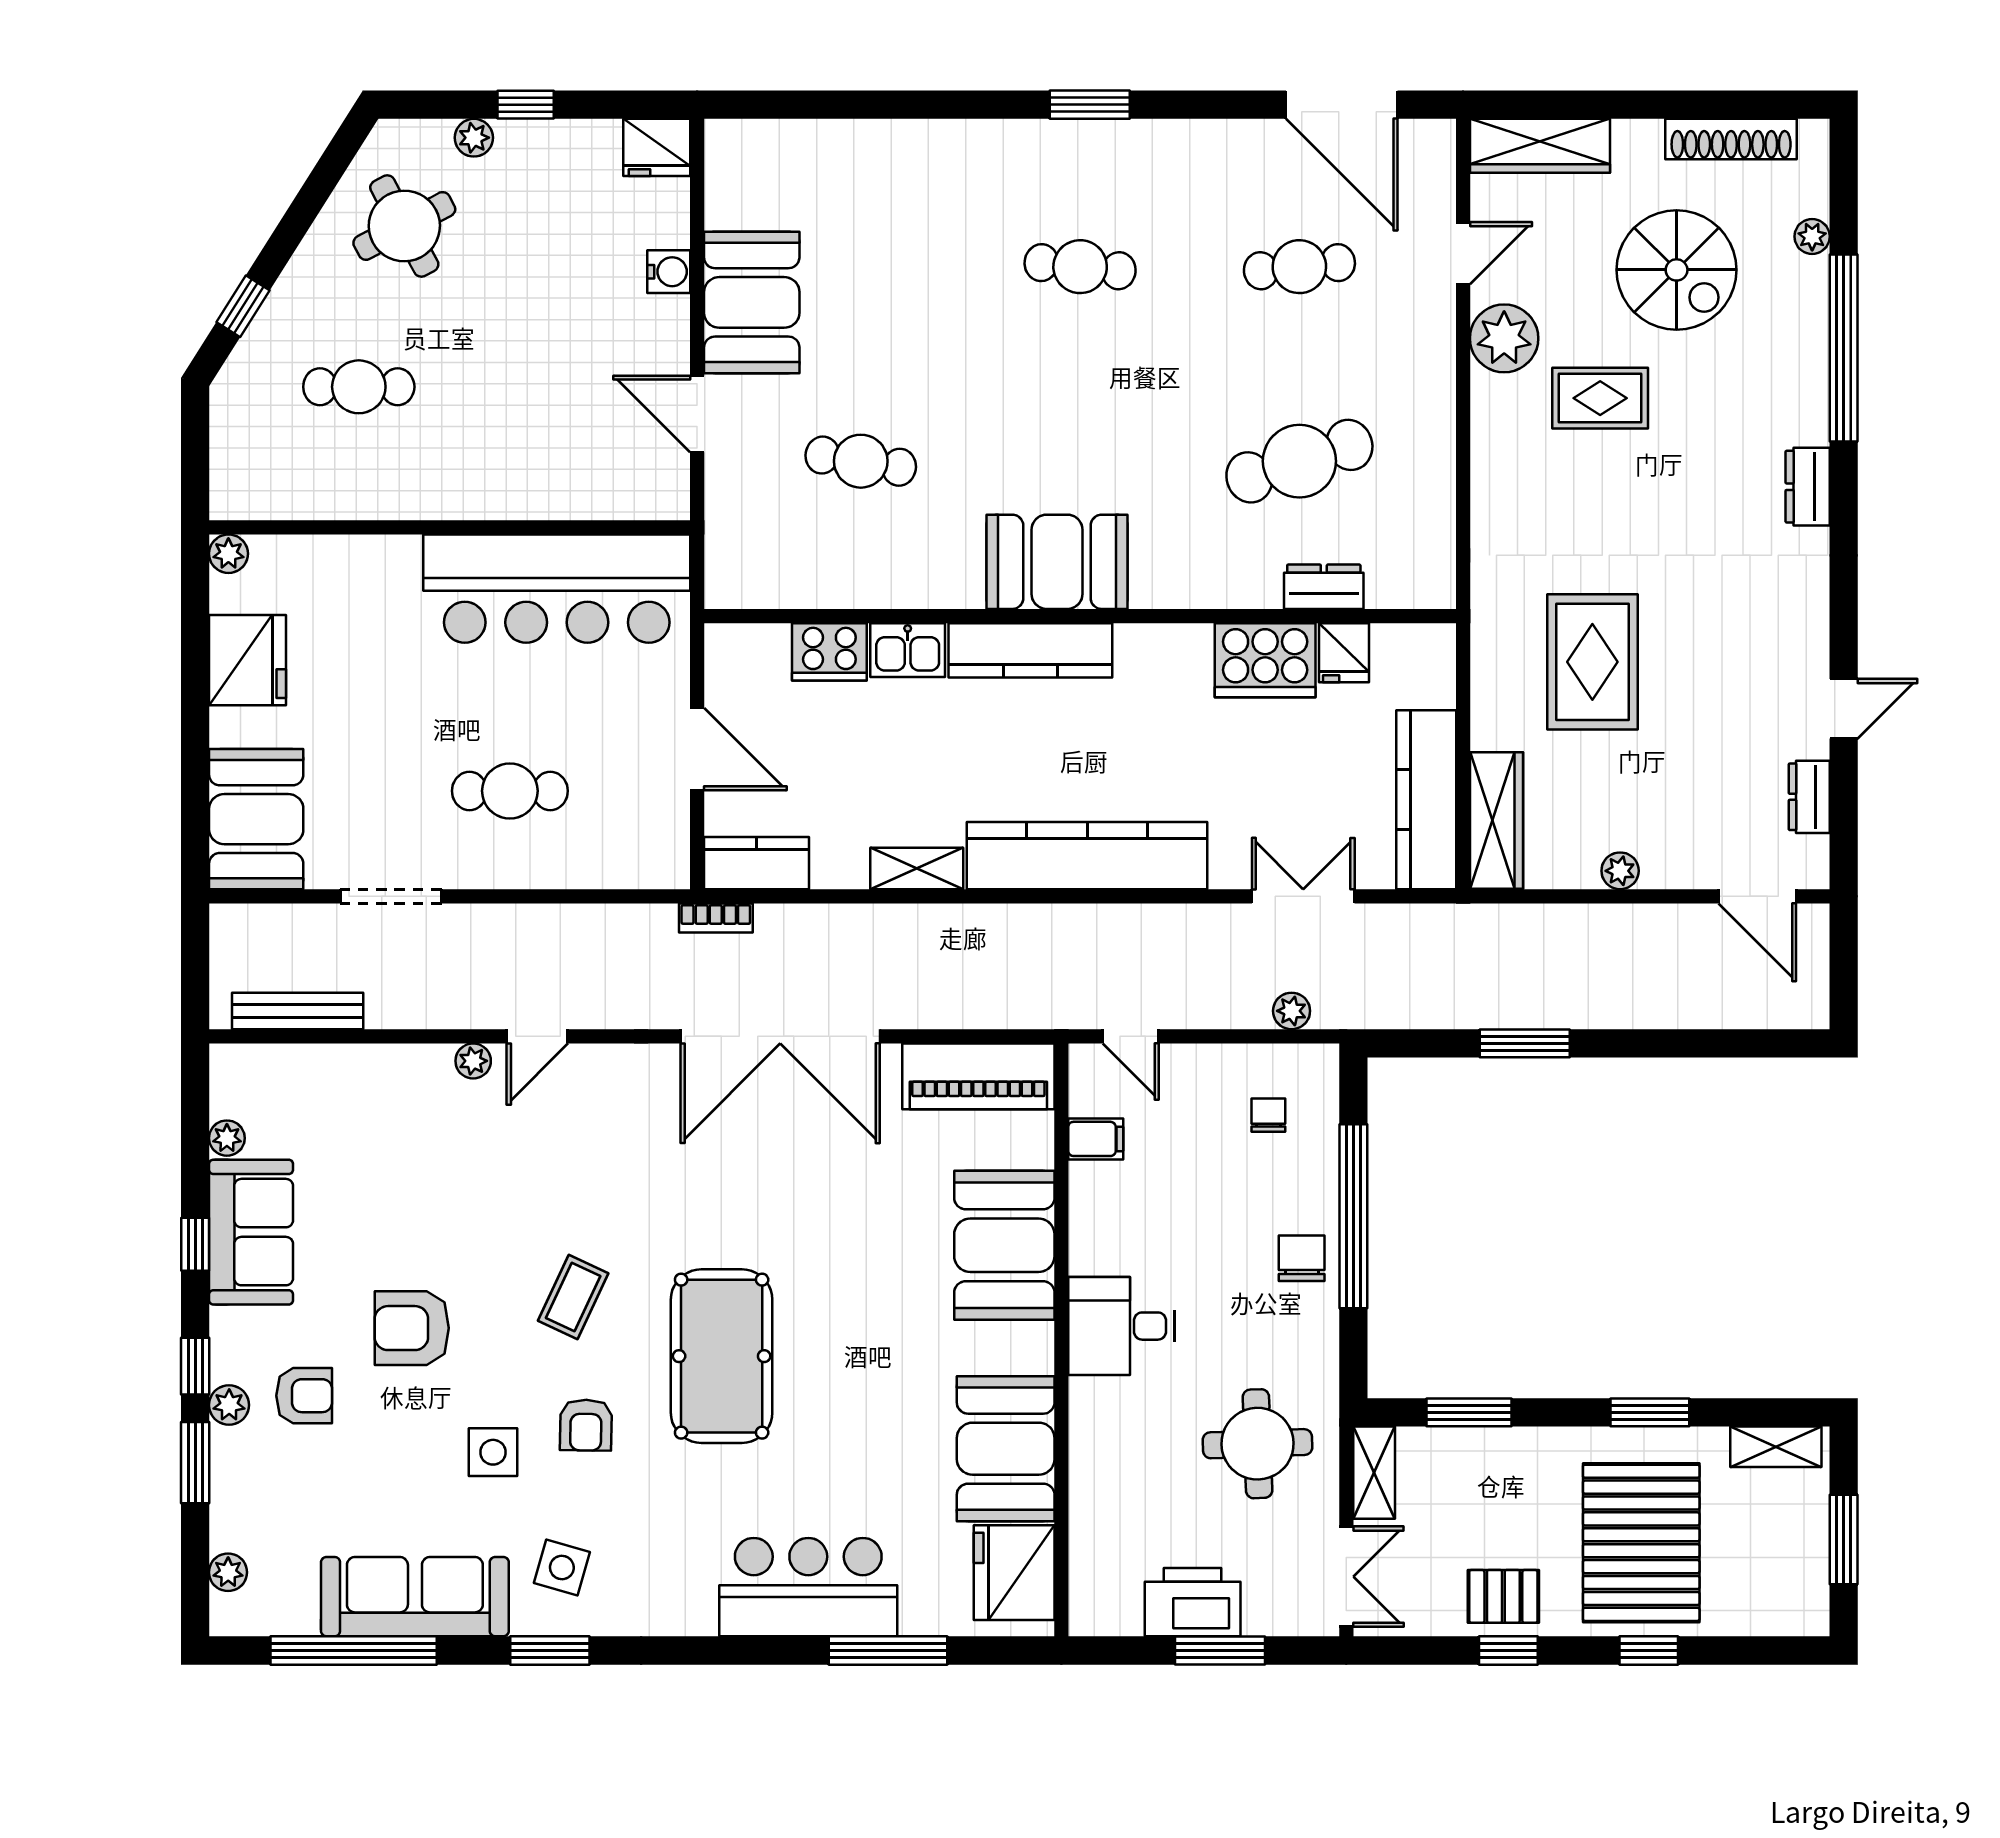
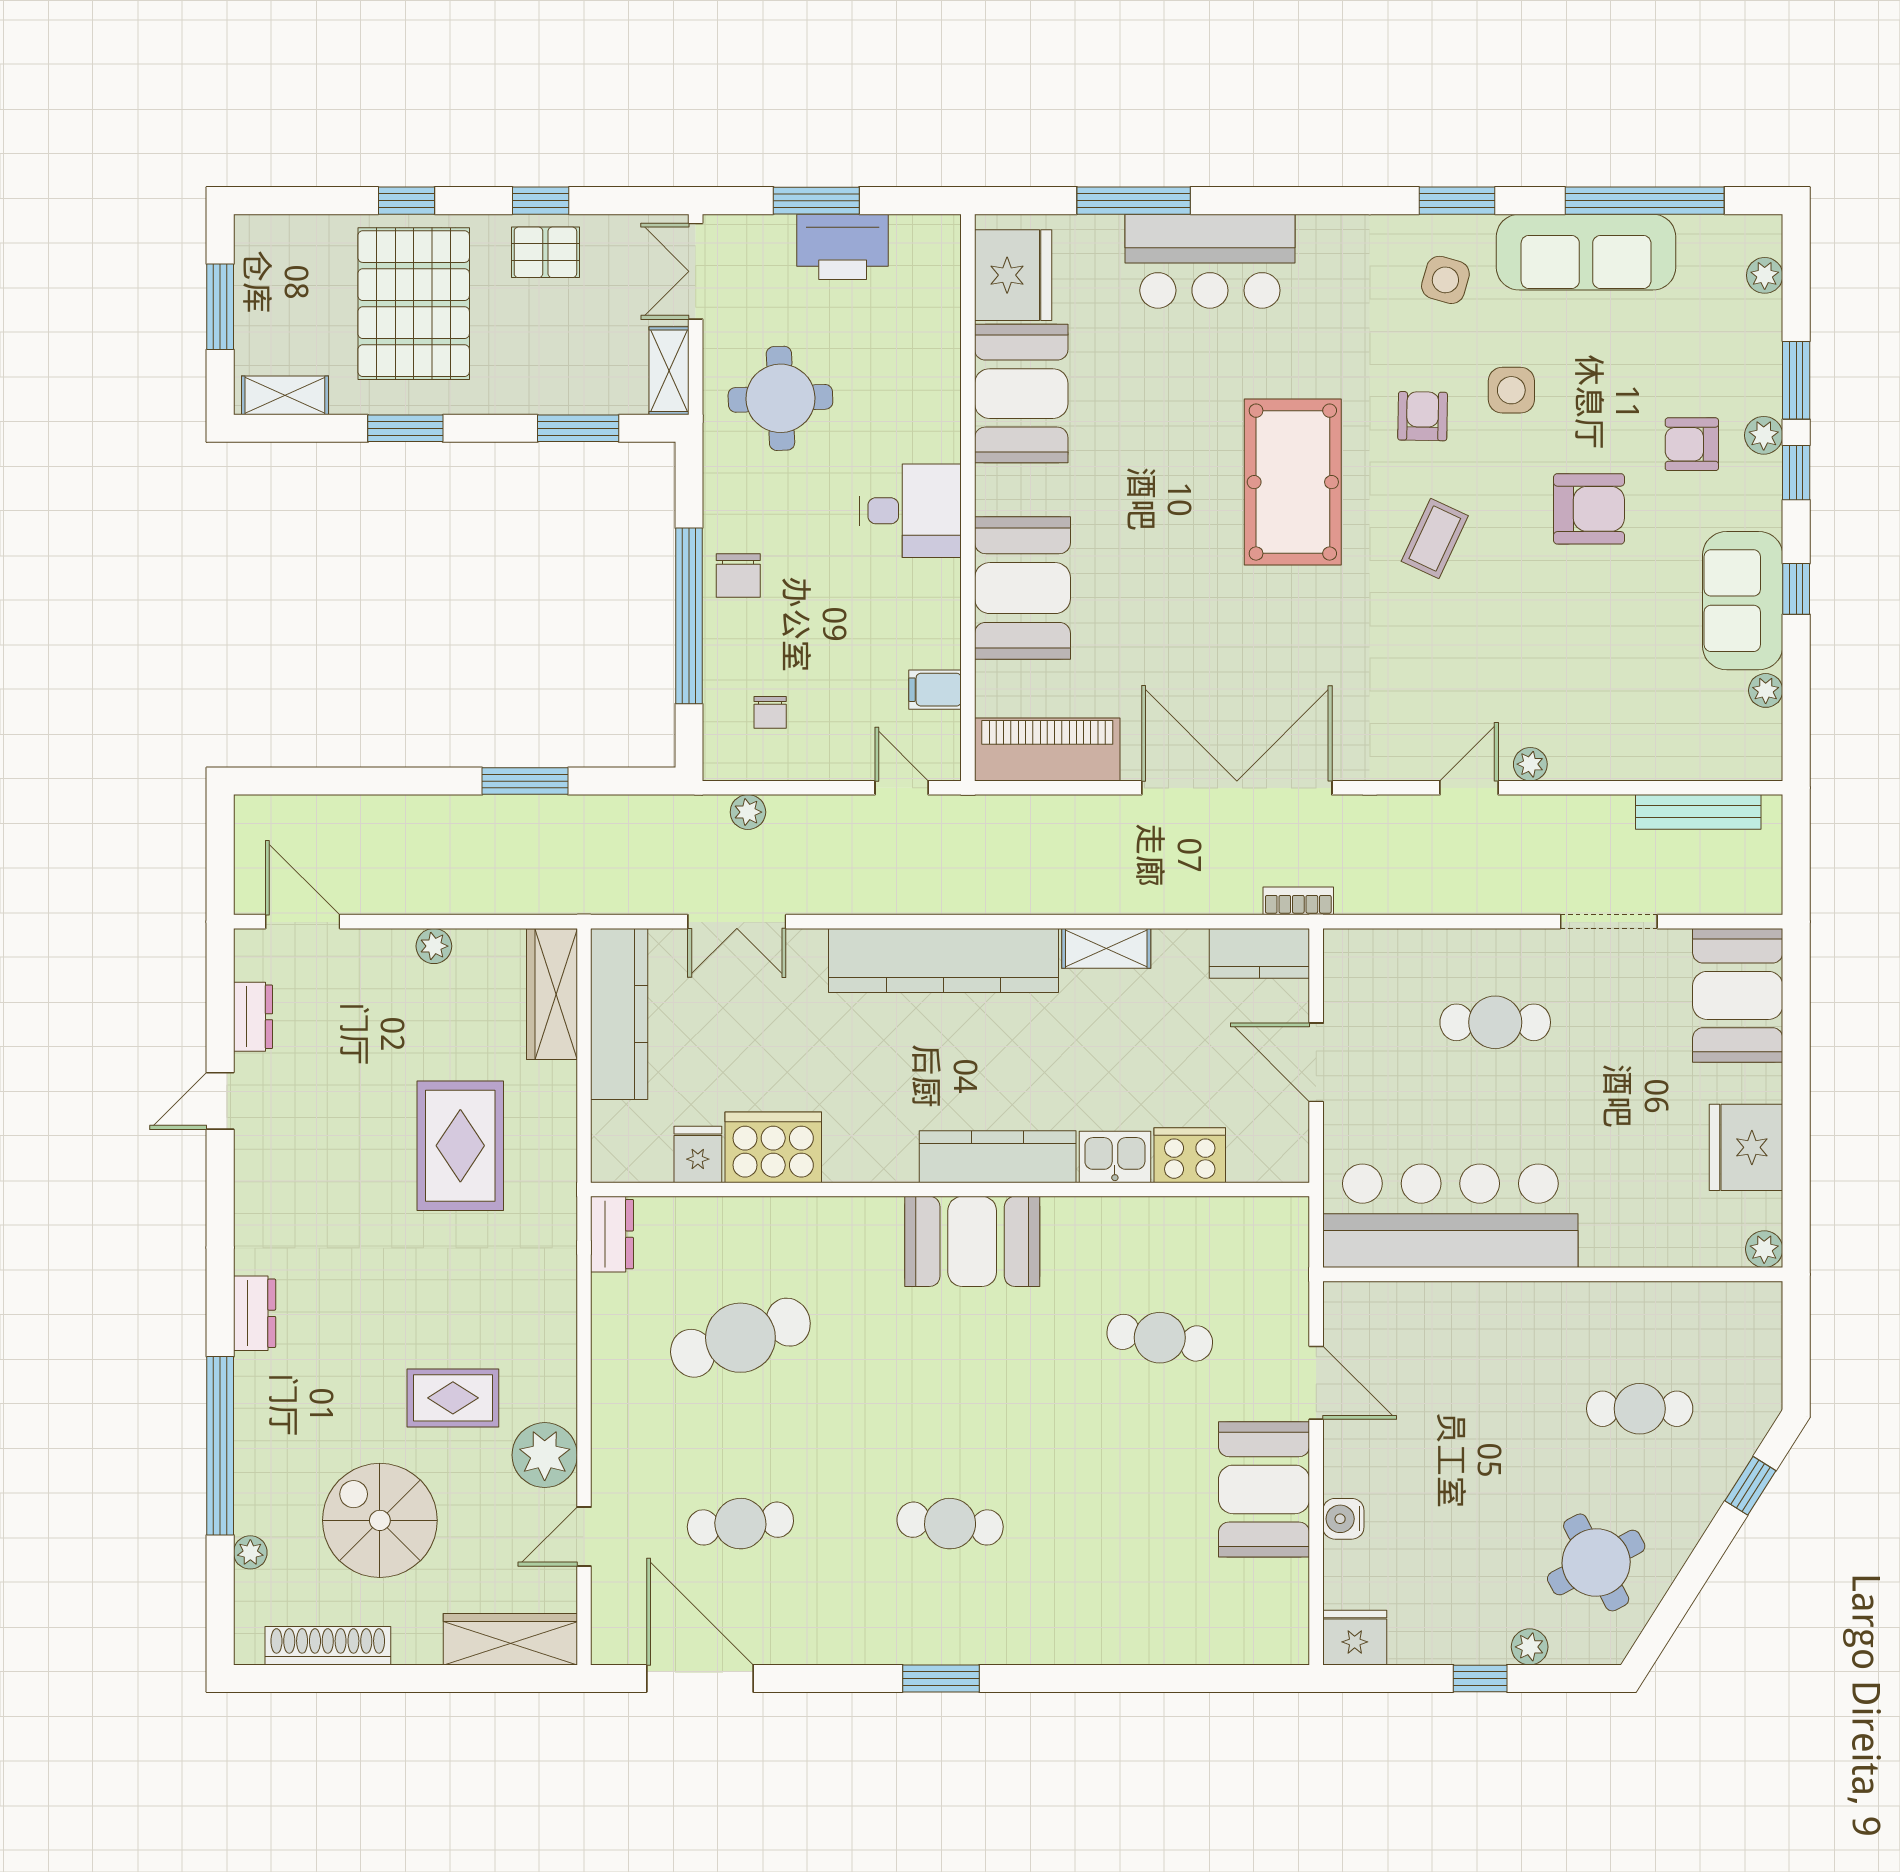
dresser: (1324, 587) -> (612, 1234), moved, turned -90

